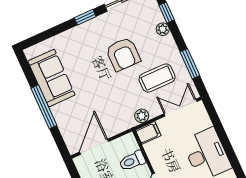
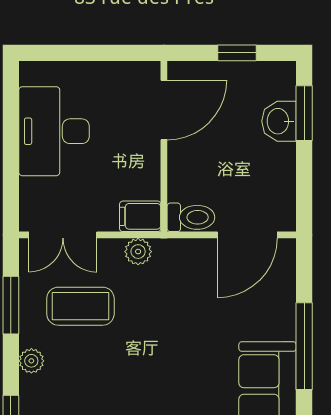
plant: (163, 29) -> (31, 361), moved
armchair: (123, 54) -> (122, 376), removed
toilet: (132, 161) -> (191, 217), moved

